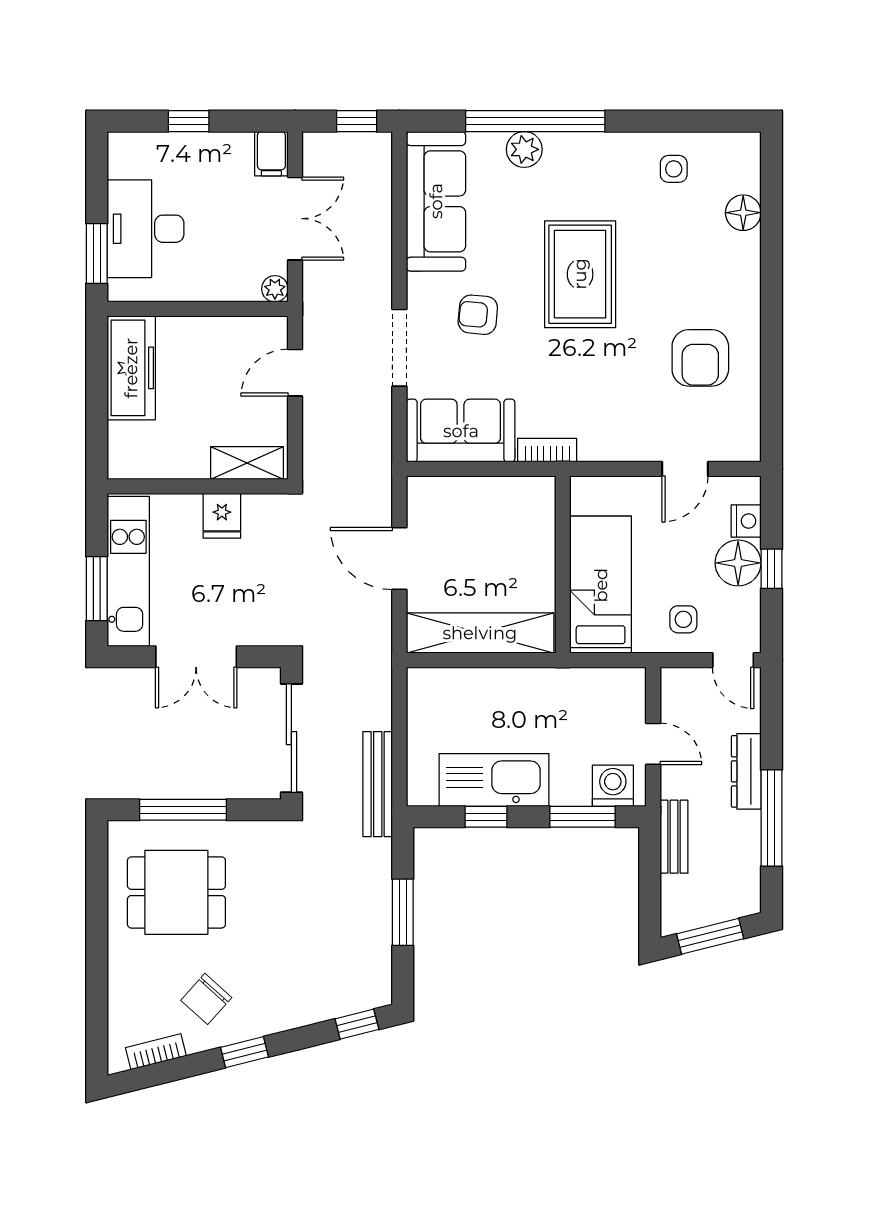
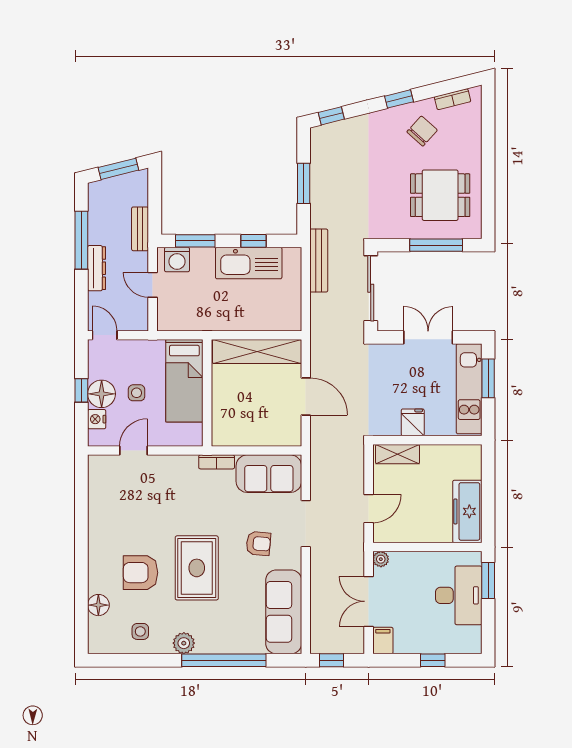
plant: (524, 149) -> (184, 643), moved
armchair: (700, 358) -> (140, 573), moved, turned -90
side table: (683, 619) -> (137, 393), moved

